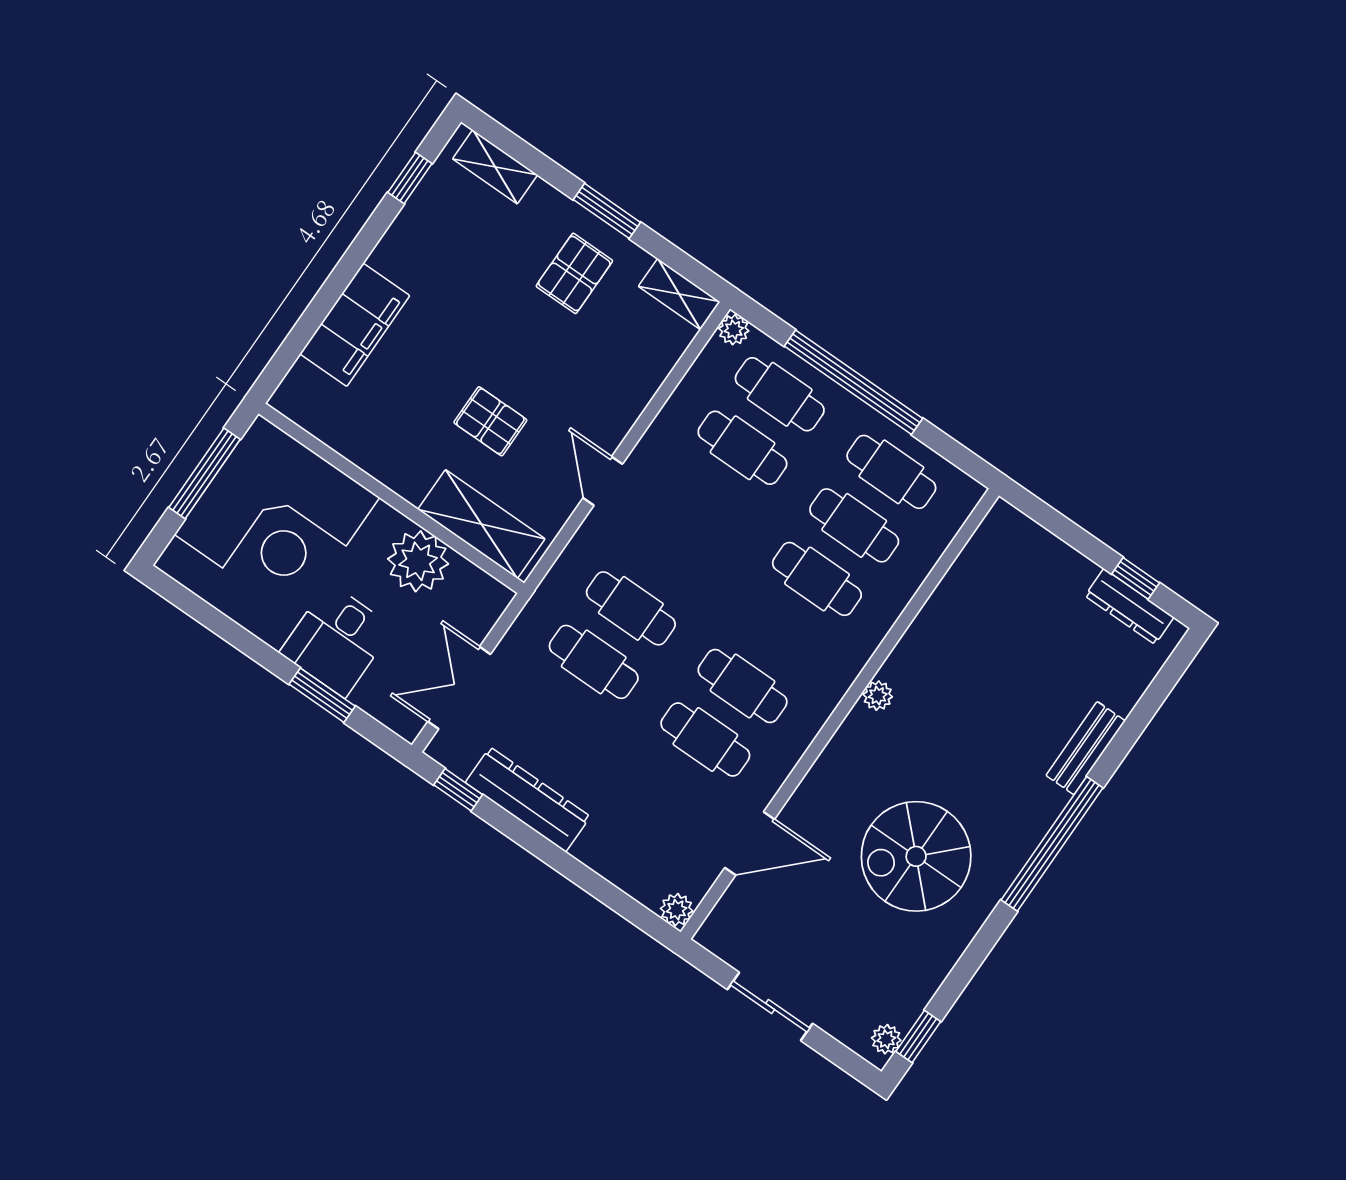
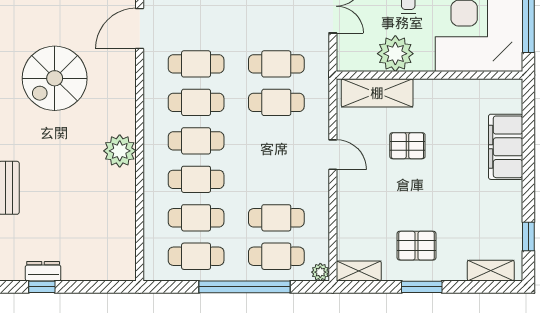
pallet: (574, 273) -> (417, 246), turned 90
dresser: (1129, 607) -> (43, 271), width x0.70
cafe table: (780, 632) -> (196, 141), added
plant: (878, 696) -> (120, 151), width x1.88, depth x1.88
spiral stairs: (916, 856) -> (55, 78), turned 180

